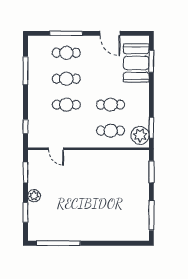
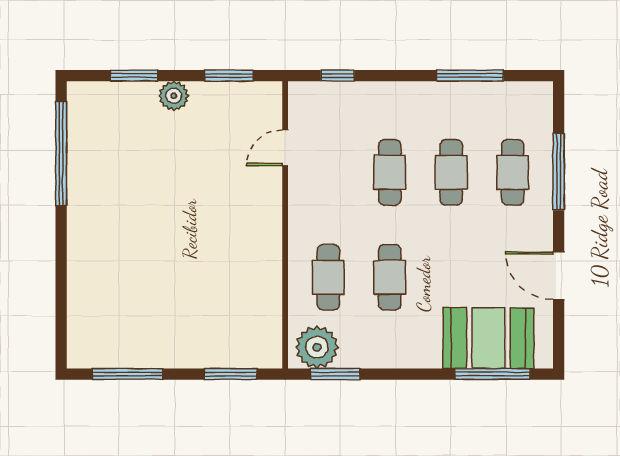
door: (110, 33) -> (559, 276), hinge flipped
window: (151, 61) -> (492, 374), width x1.44

